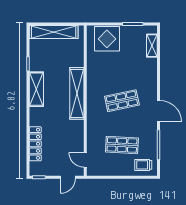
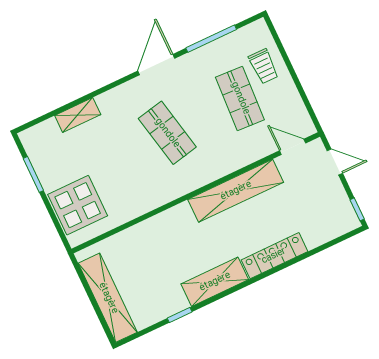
shelving: (152, 46) -> (78, 115), moved
shelving: (77, 93) -> (236, 191), moved
locker: (35, 144) -> (274, 256), moved
door: (85, 160) -> (293, 147), swing flipped
trolley: (143, 165) -> (264, 66), moved

